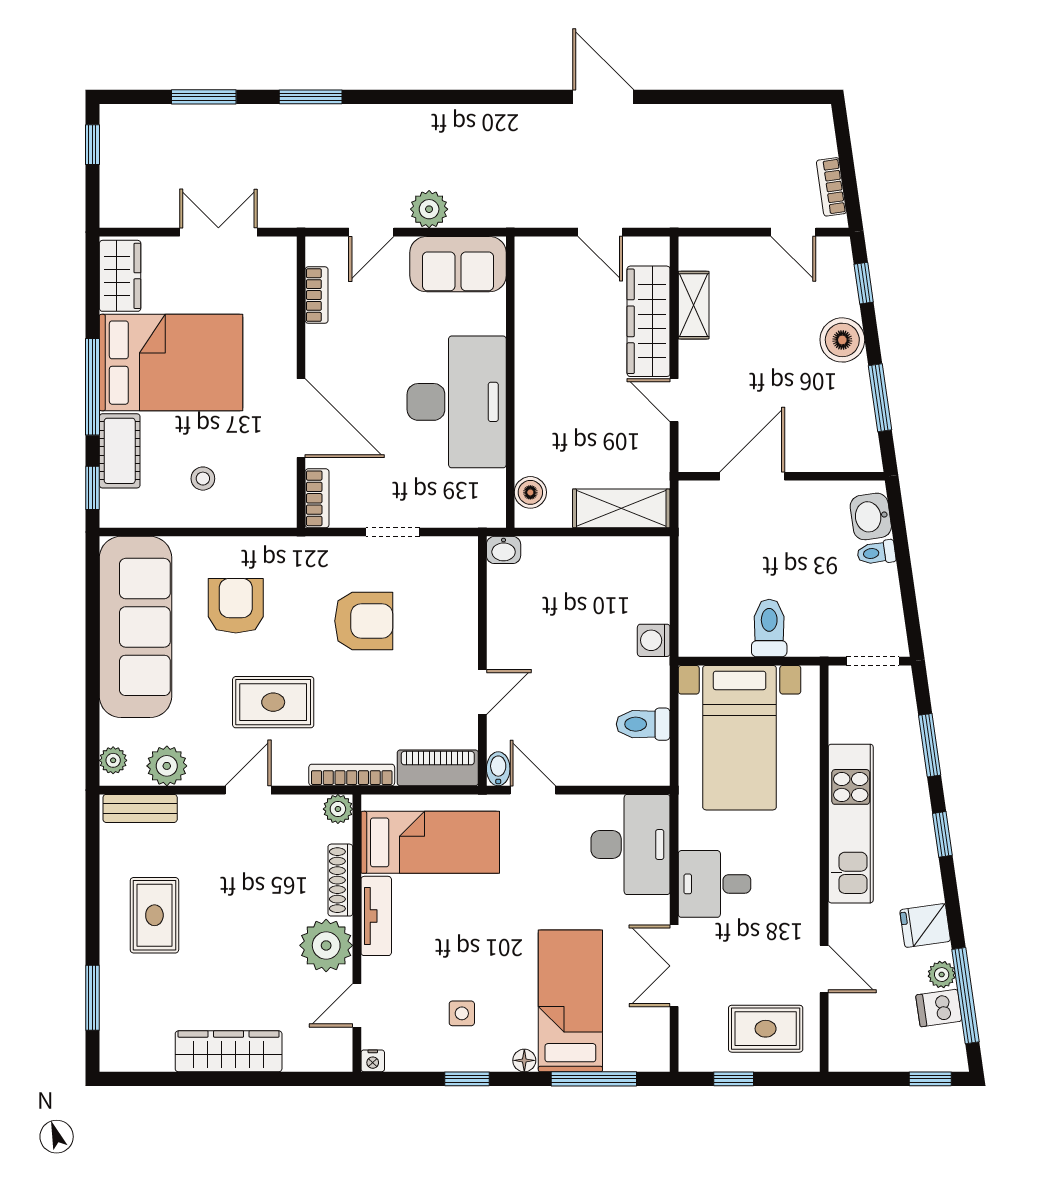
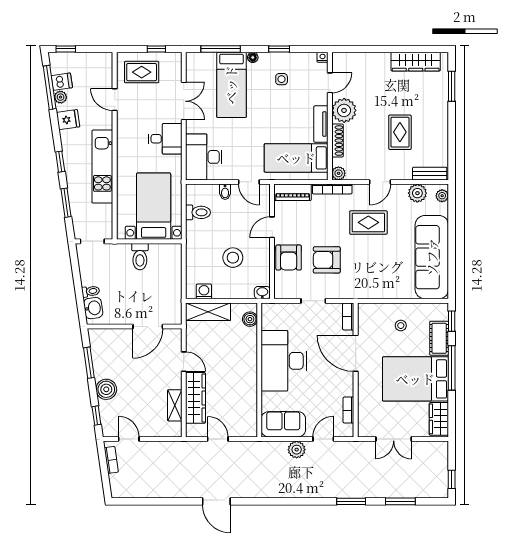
armchair: (236, 606) -> (289, 258), moved
stool: (567, 626) -> (233, 258), added
washing machine: (654, 640) -> (204, 291), moved, turned -90
bidet: (498, 769) -> (225, 192), moved
rug: (154, 915) -> (400, 132), moved
wardrobe: (229, 1051) -> (416, 62), moved

